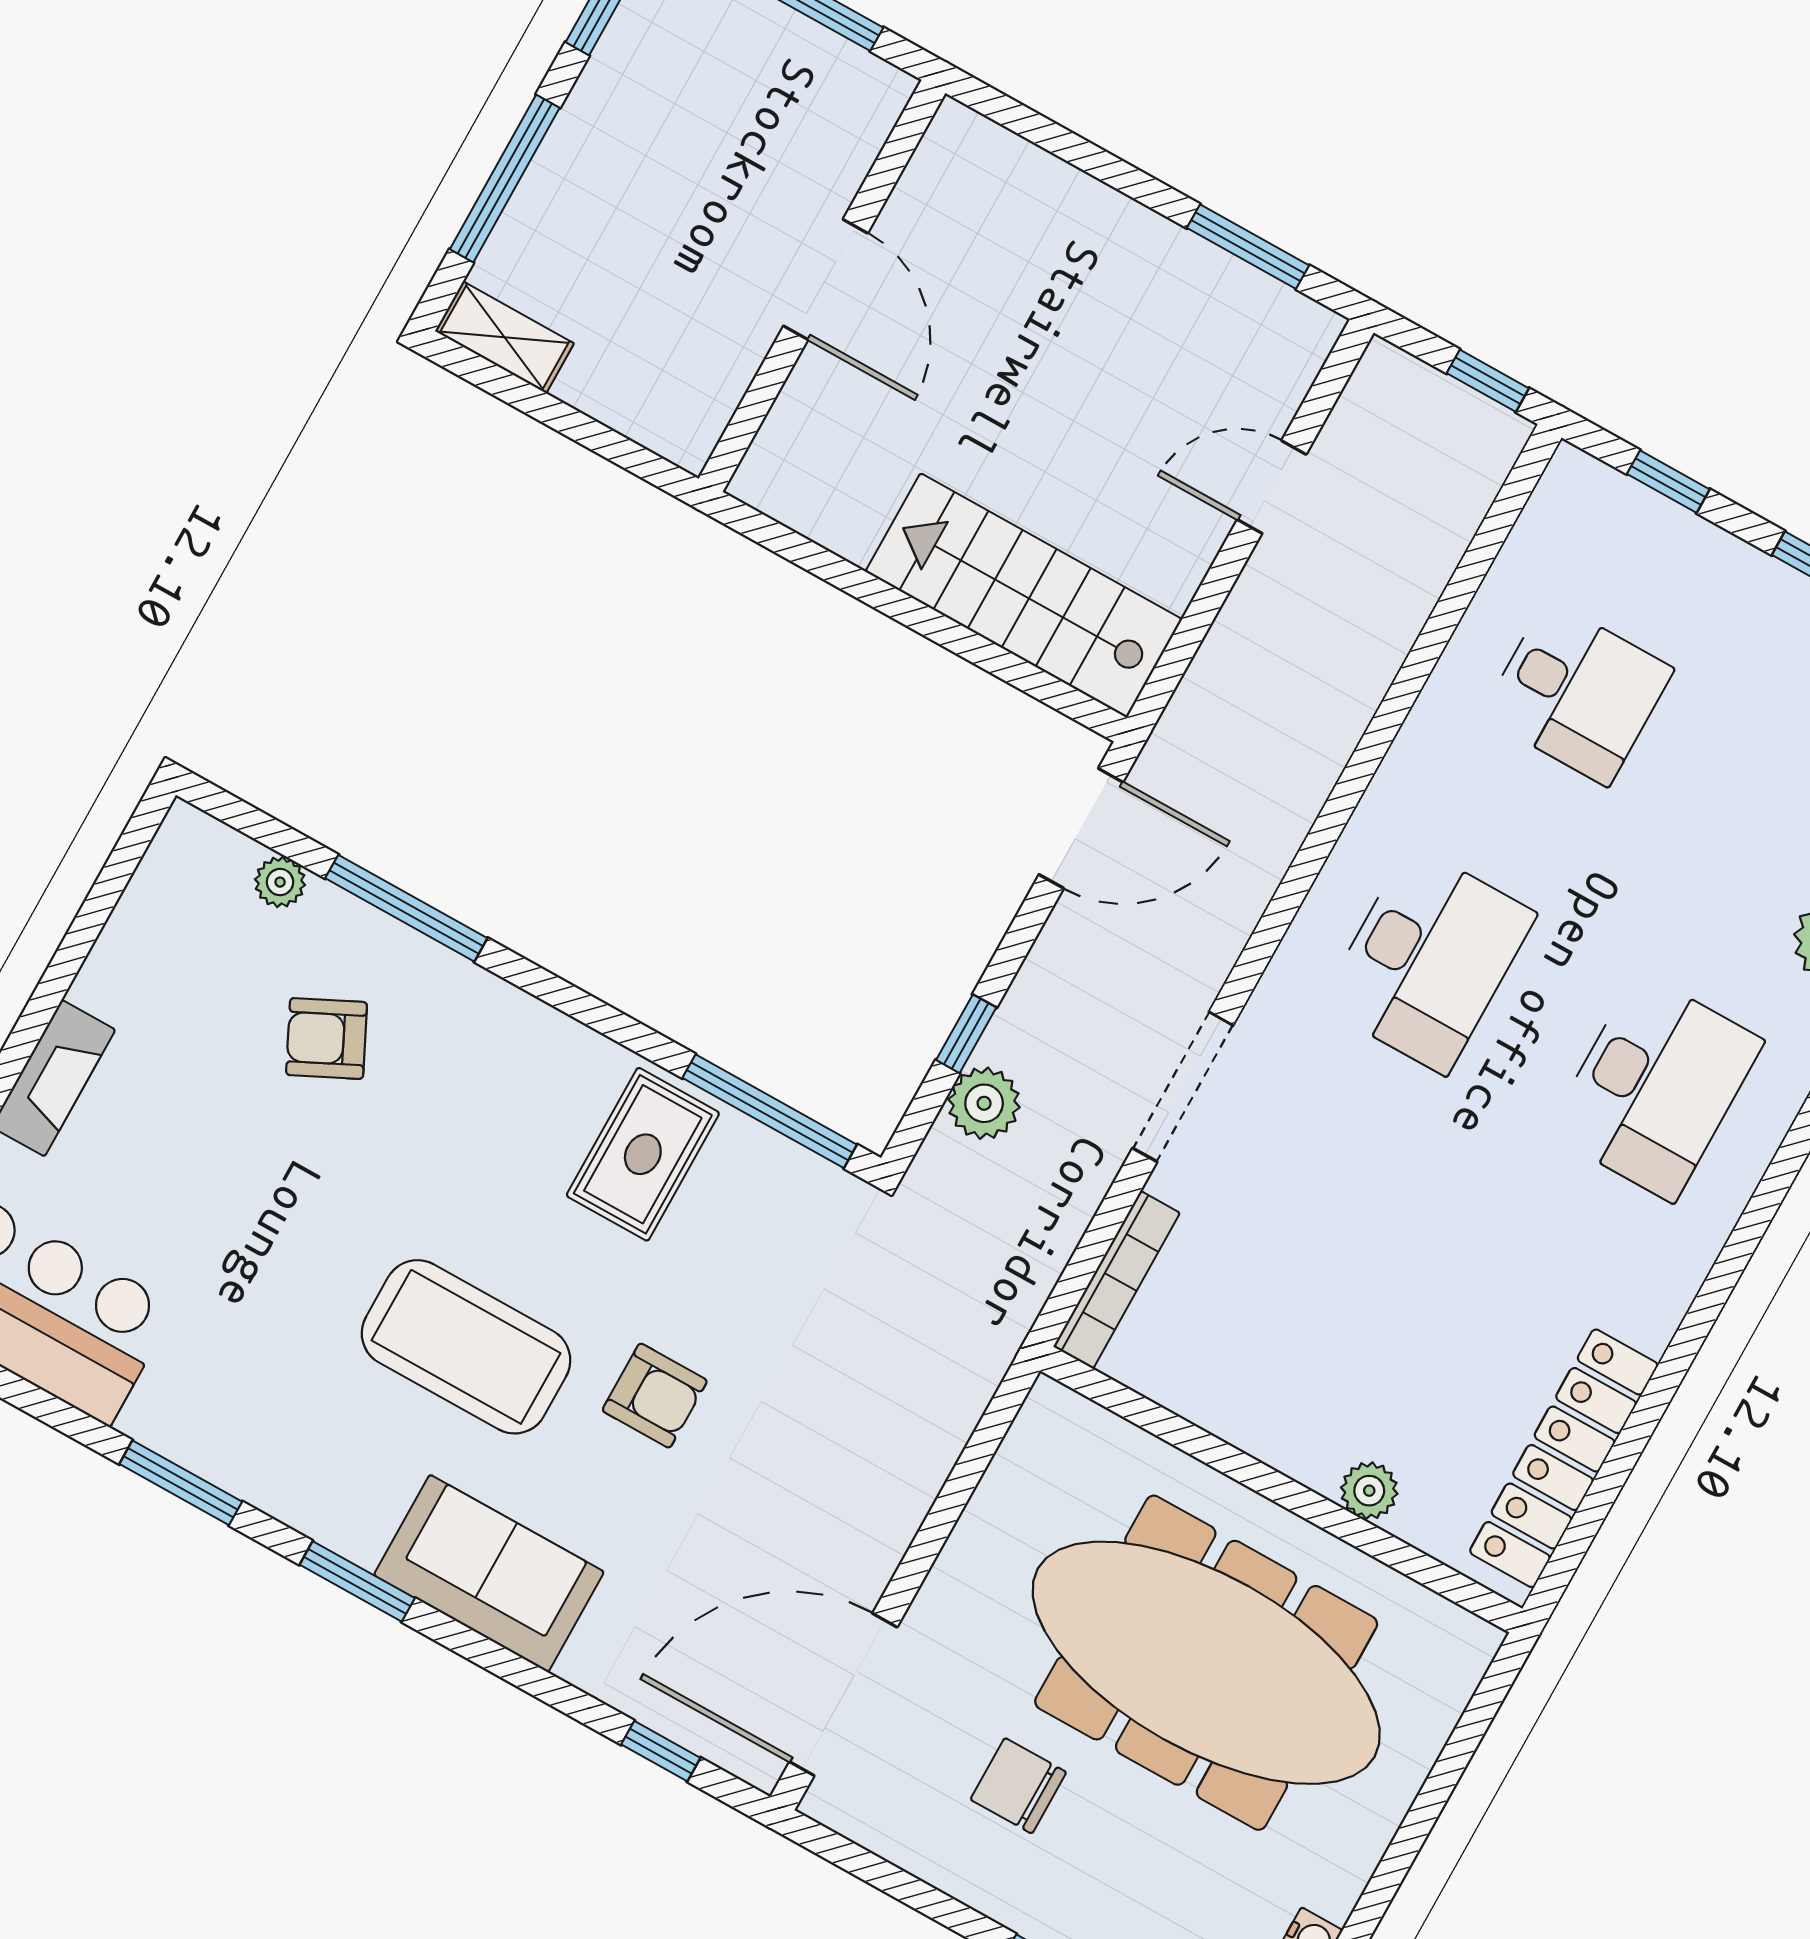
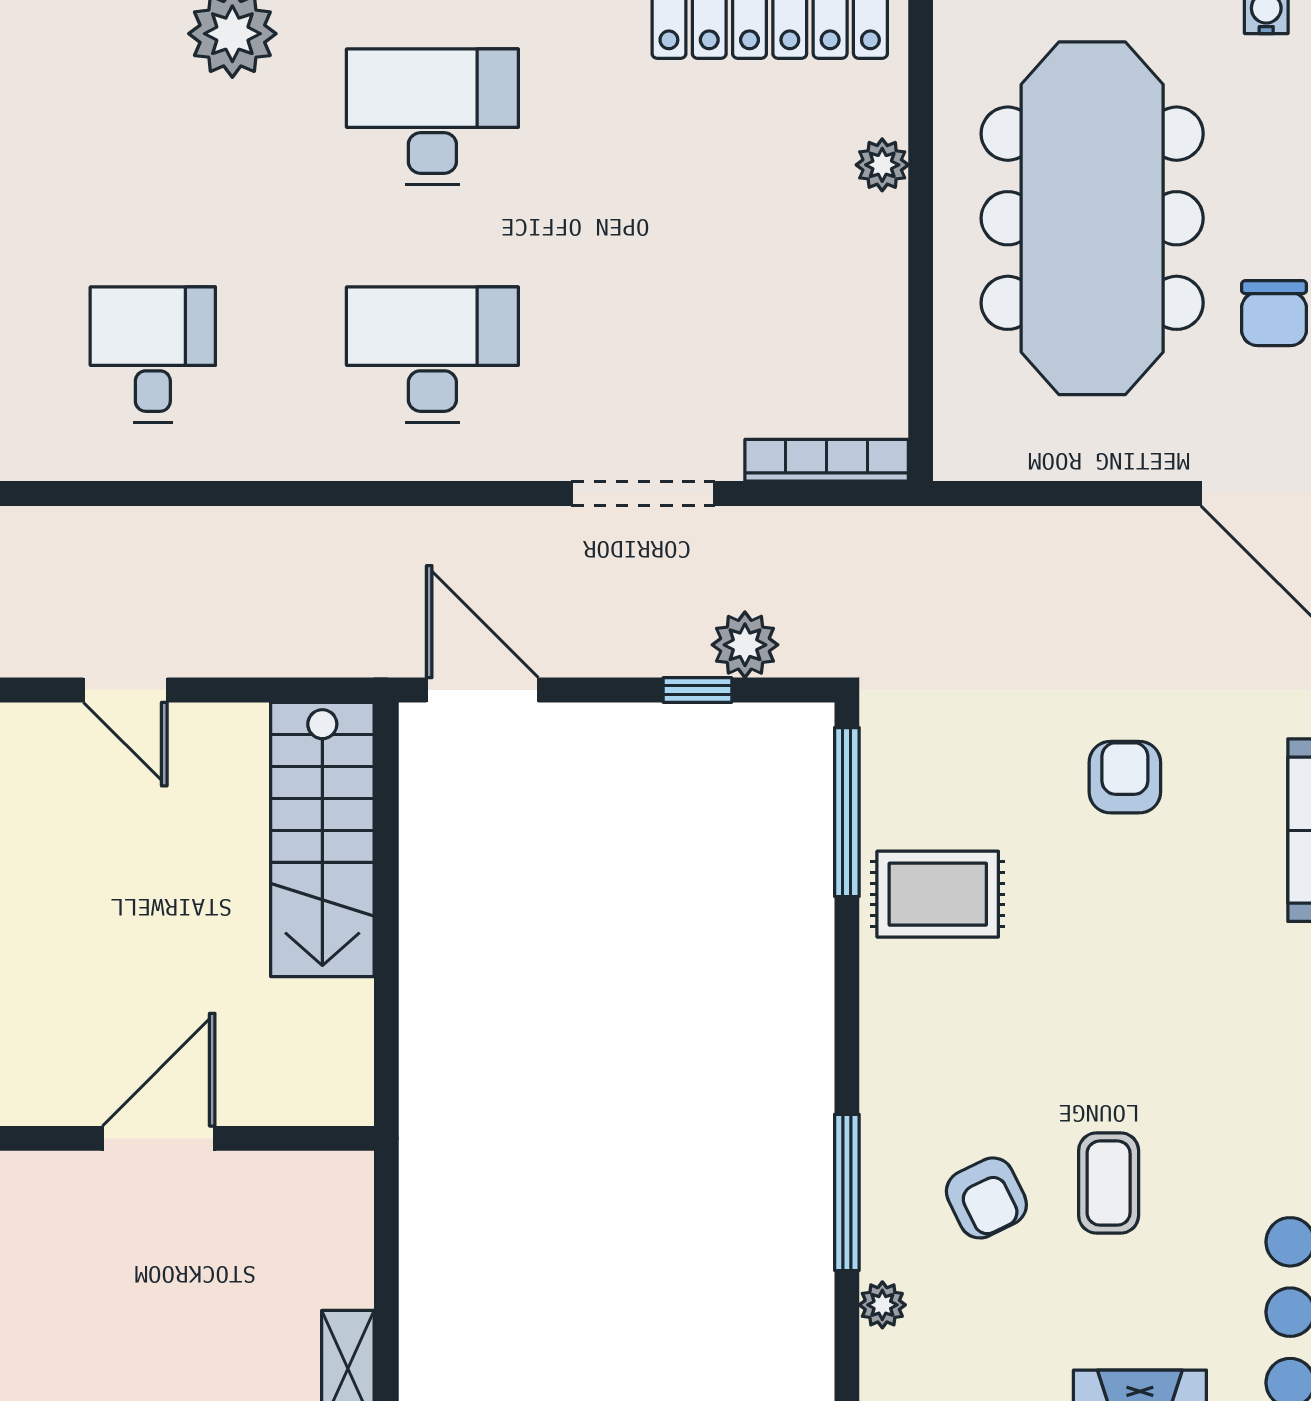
coffee table: (466, 1347) -> (1109, 1183), moved, width x0.54, depth x0.58

